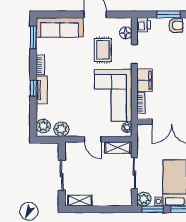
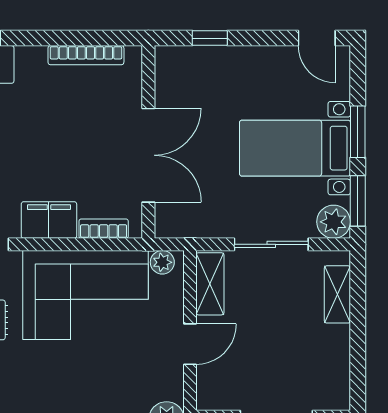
shelving: (80, 201) -> (337, 294), moved

